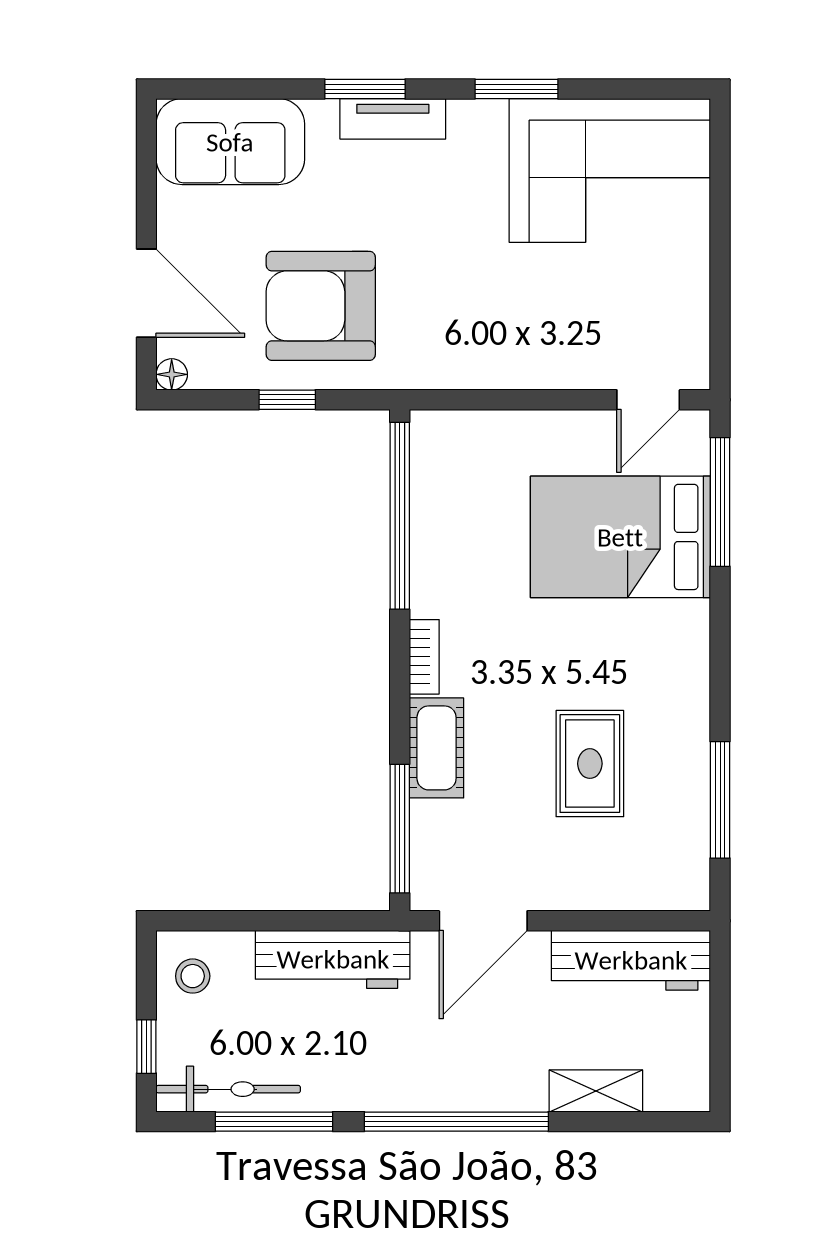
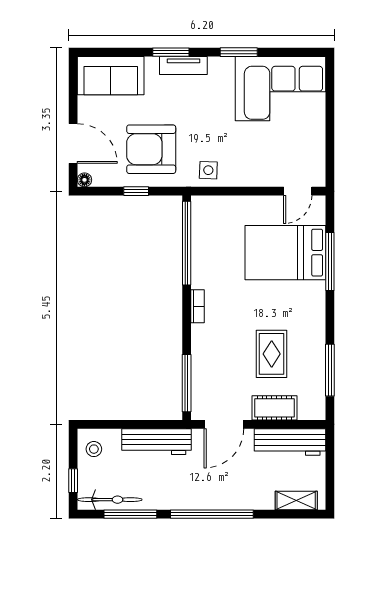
side table: (448, 353) -> (208, 170), added
window: (720, 502) -> (330, 262), moved
cot: (437, 748) -> (274, 408), moved, turned 90
shelving: (596, 1091) -> (296, 500), moved

